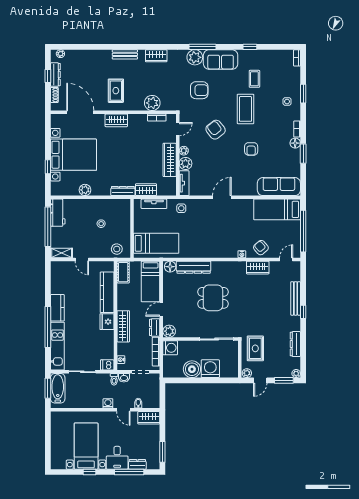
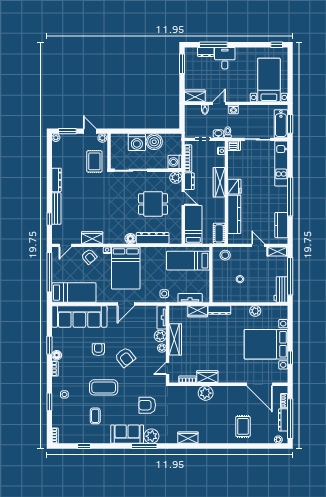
window: (250, 47) -> (84, 446), moved
bench: (125, 54) -> (218, 439), removed
window: (48, 76) -> (290, 419), width x3.17
rug: (116, 91) -> (243, 426), moved
plant: (152, 103) -> (206, 393), moved
coffee table: (246, 109) -> (104, 387), turned 90
wardrobe: (116, 120) -> (207, 377), moved
armchair: (216, 130) -> (125, 357), moved
window: (48, 167) -> (290, 358), moved
sofa: (279, 187) -> (79, 316), width x1.36, depth x1.27
bed: (222, 235) -> (126, 268), added
floor lamp: (170, 267) -> (130, 239), moved
dining table: (213, 298) -> (153, 204), moved
kitchen counter: (57, 308) -> (281, 225), moved
door: (161, 309) -> (183, 198), hinge flipped
window: (303, 312) -> (49, 219), moved
window: (48, 327) -> (290, 197), moved
dresser: (295, 344) -> (57, 180), moved
door: (260, 380) -> (90, 131), hinge flipped
door: (123, 410) -> (219, 103), hinge flipped
bed with nightstands: (86, 446) -> (269, 80), moved, turned 180
window: (90, 472) -> (277, 45), moved

